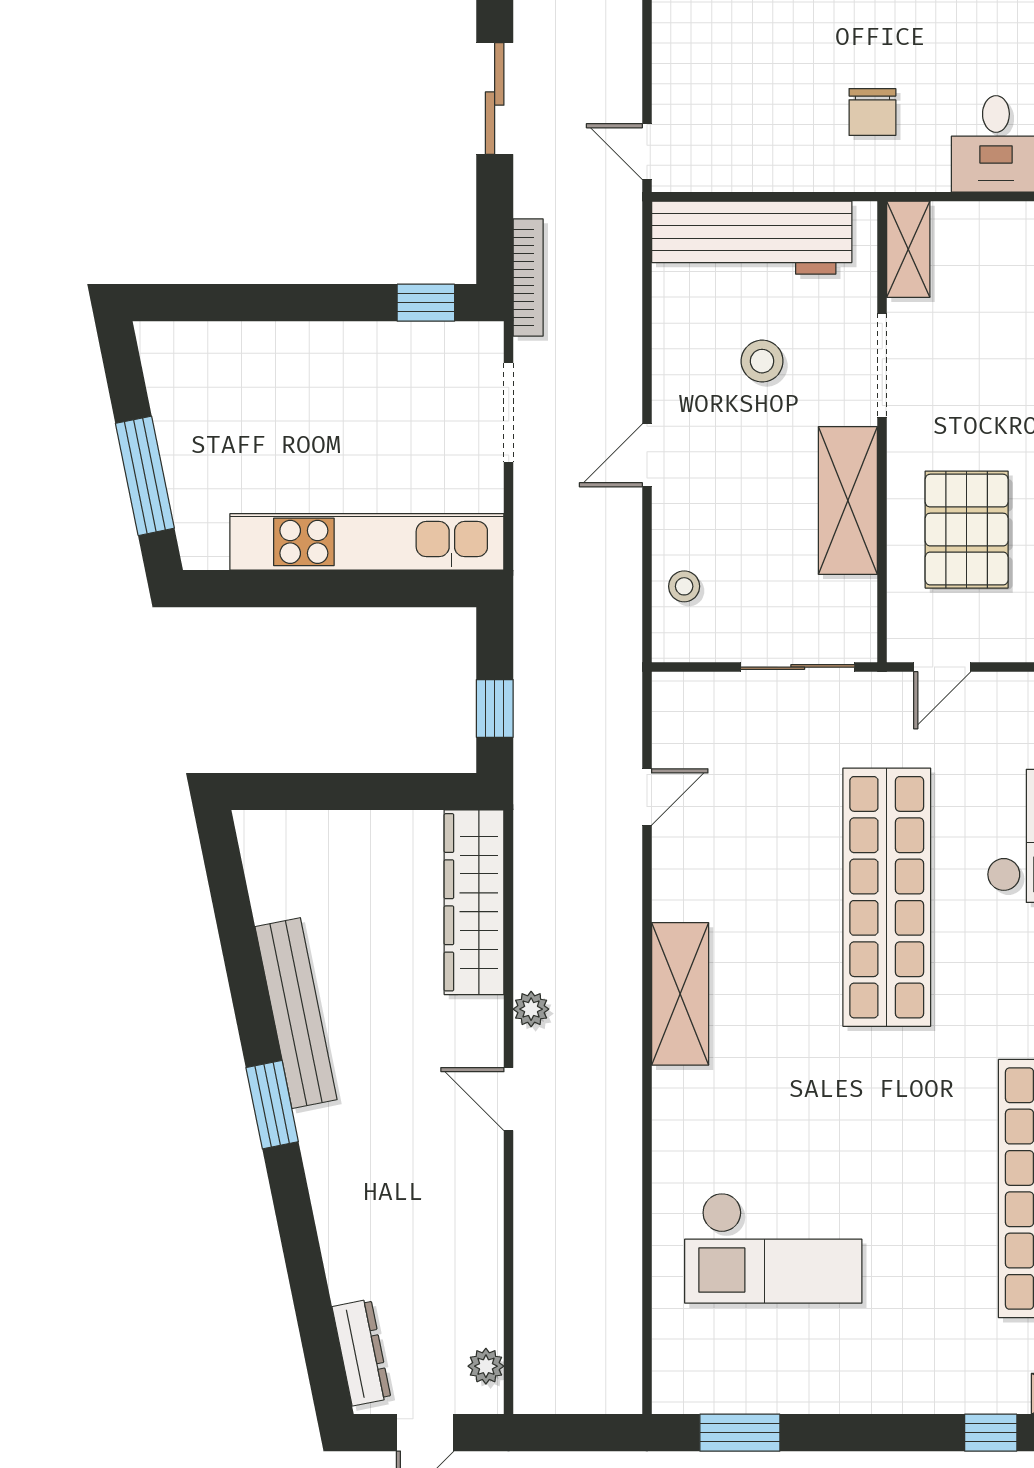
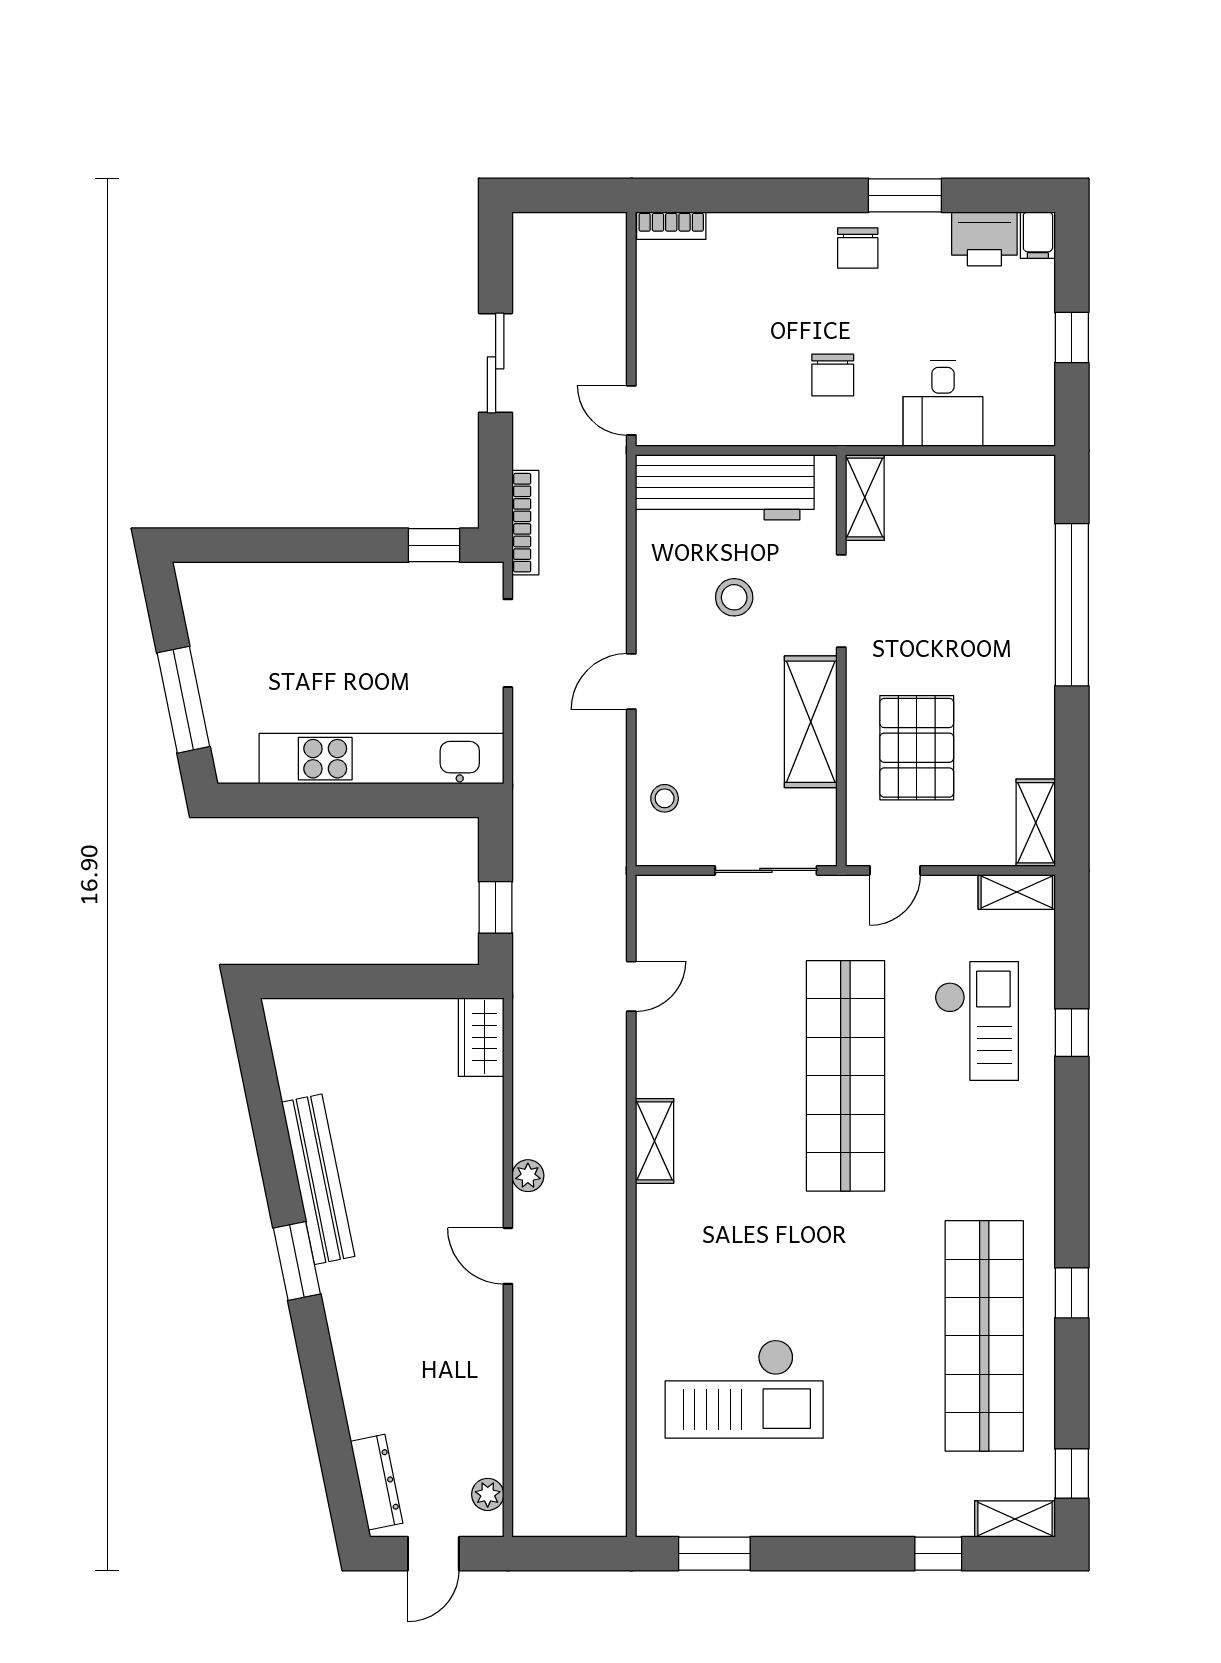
wardrobe: (474, 902) -> (481, 1037), width x0.48, depth x0.85
shelving: (680, 994) -> (655, 1141), width x0.67, depth x0.75

